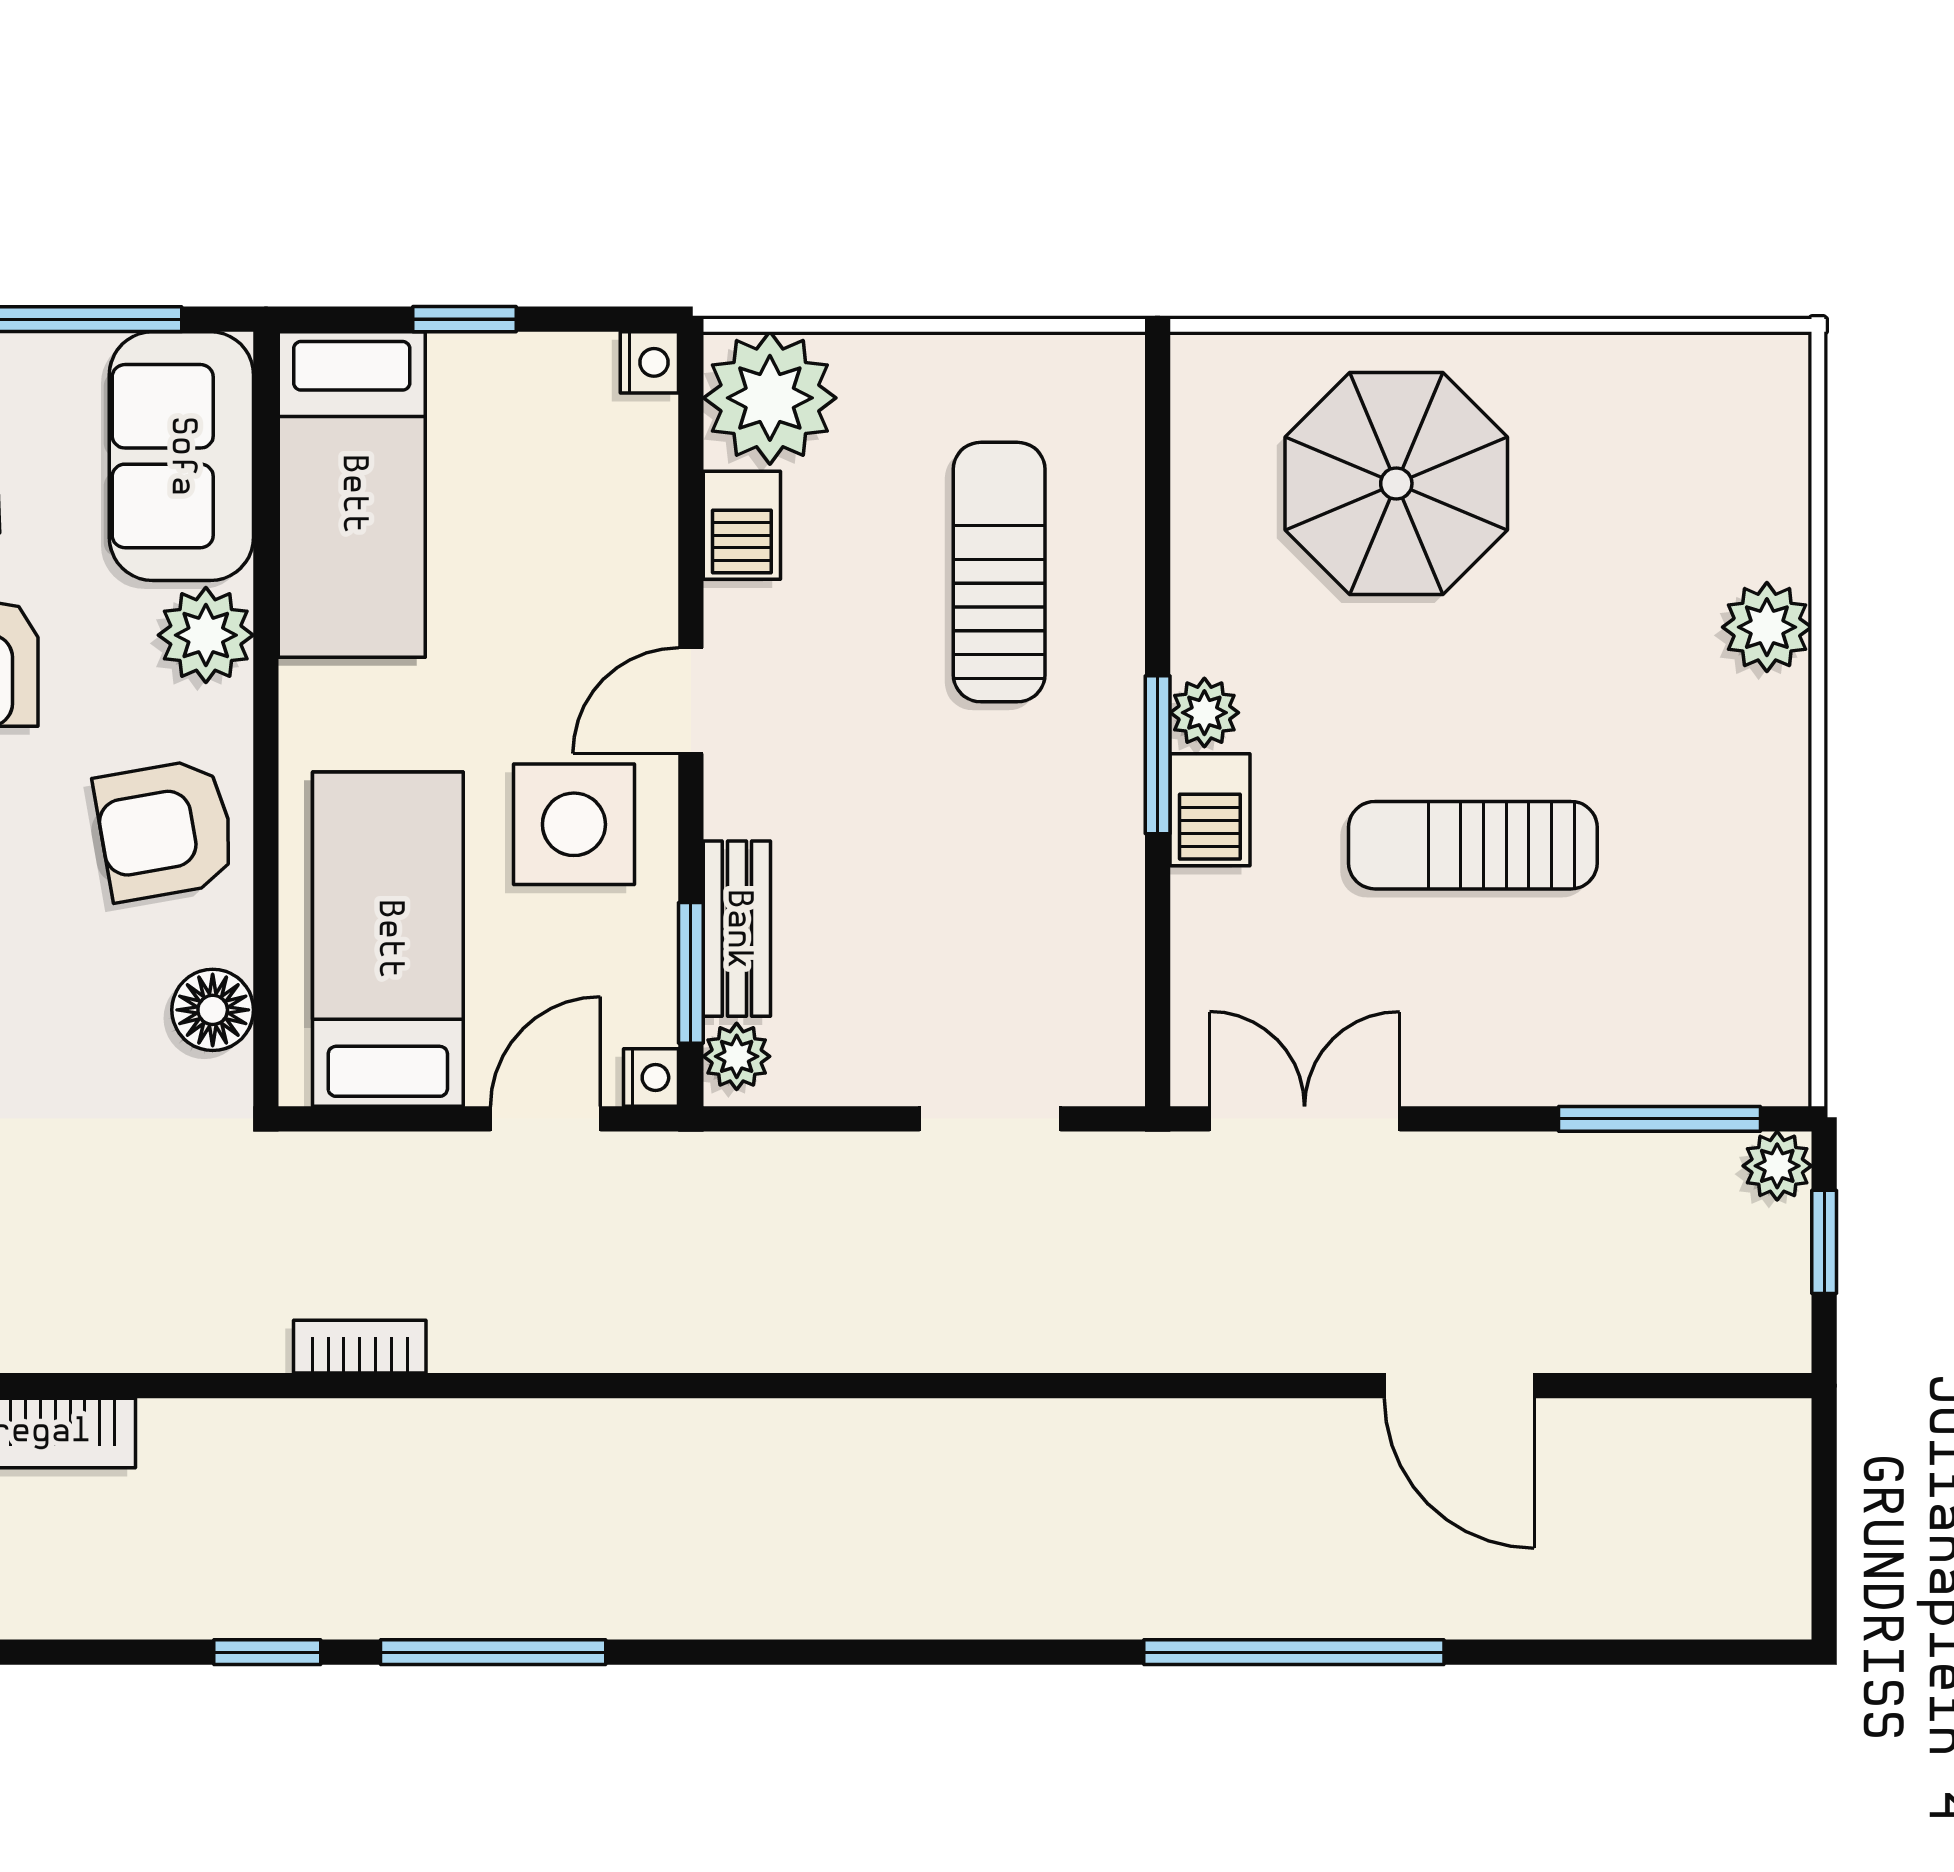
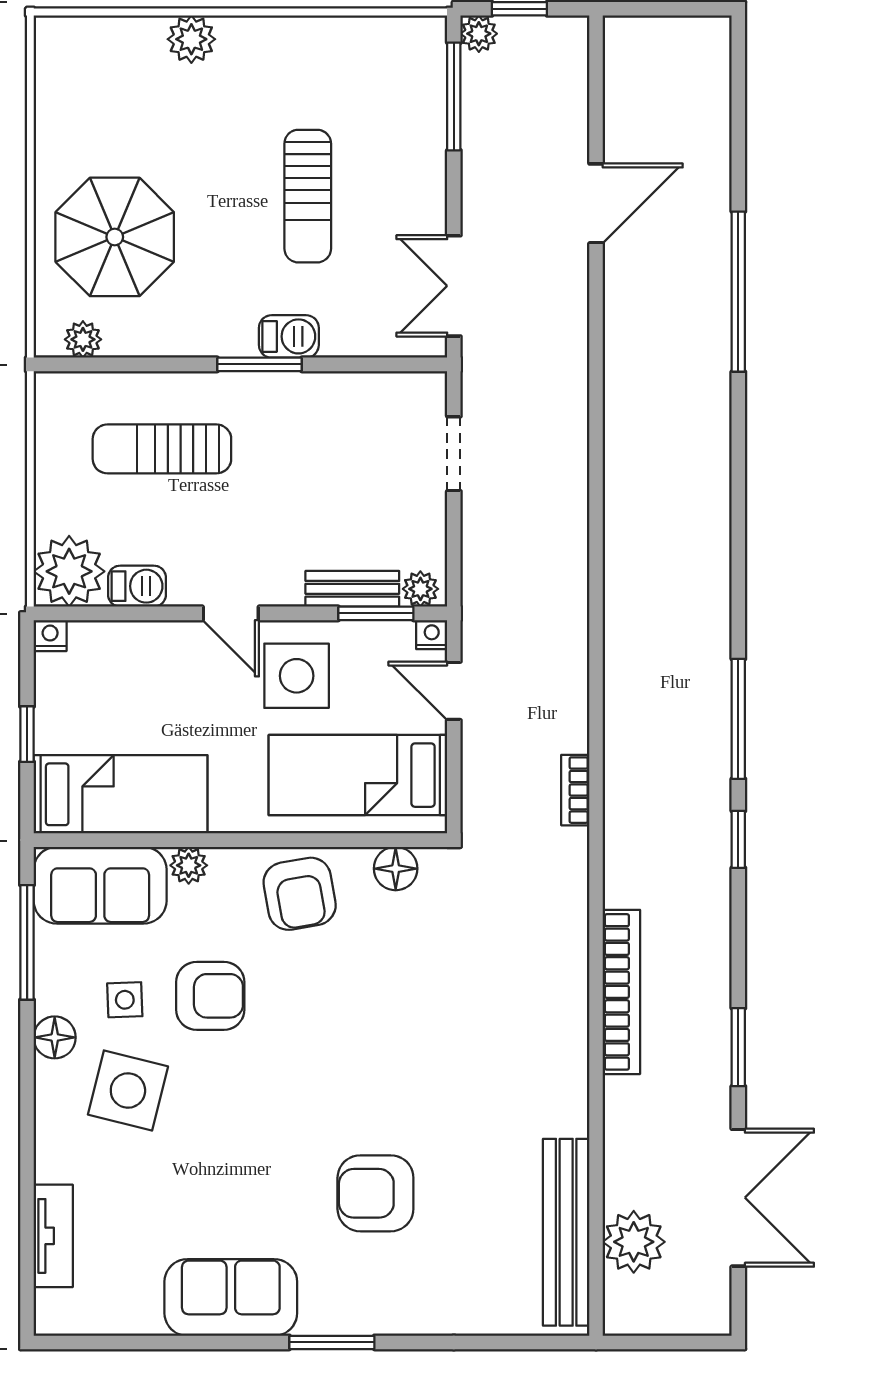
plant: (206, 635) -> (189, 865), width x0.73, depth x0.73
plant: (1204, 713) -> (83, 339), moved

